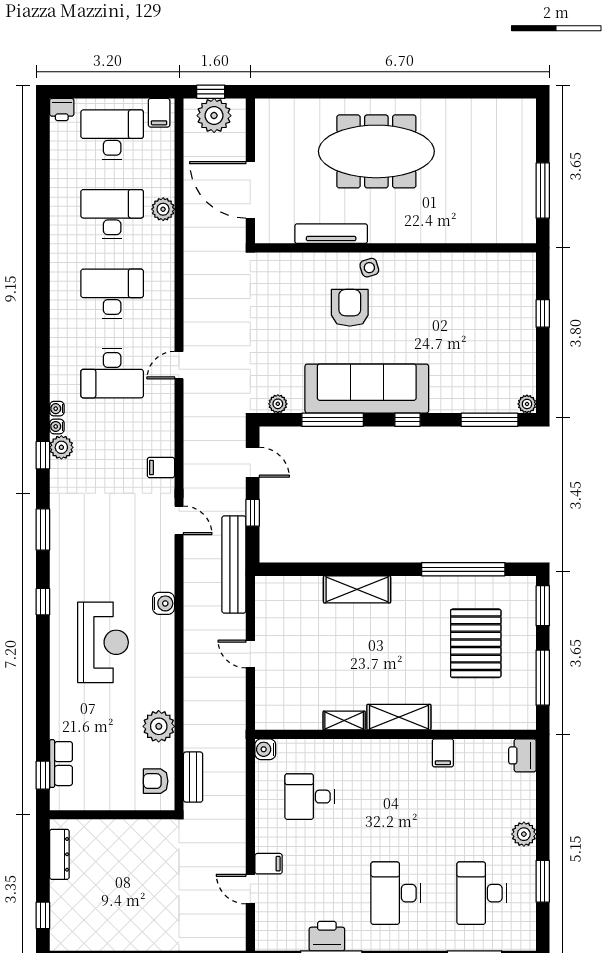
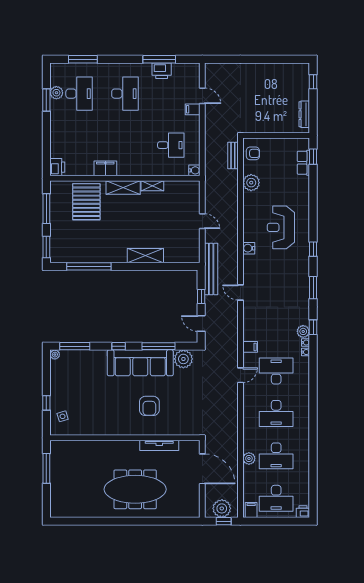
side table: (369, 268) -> (63, 416), moved
plant: (278, 404) -> (183, 359), width x1.88, depth x1.88
filing cabinet: (161, 467) -> (250, 347), moved
pallet: (476, 643) -> (86, 202), moved
filing cabinet: (443, 753) -> (105, 168), width x2.00
plant: (524, 834) -> (56, 93), moved

